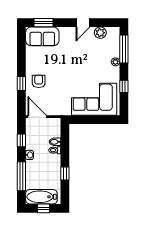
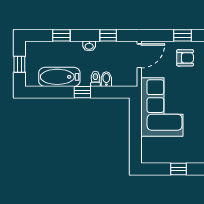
corner sofa: (94, 99) -> (162, 107), moved
window: (65, 174) -> (82, 92), moved
window: (21, 176) -> (61, 35), width x0.46
bathtub: (41, 197) -> (59, 77), moved, turned -90

